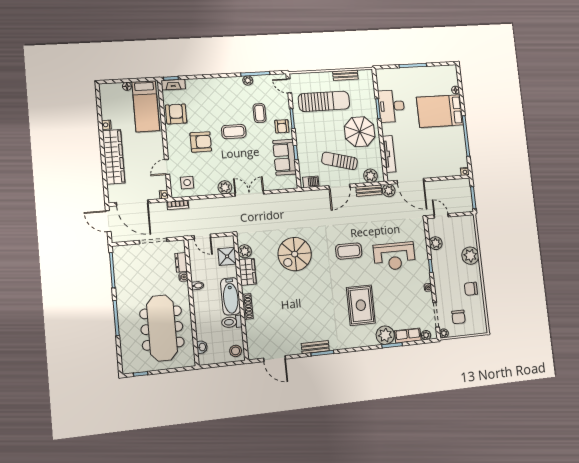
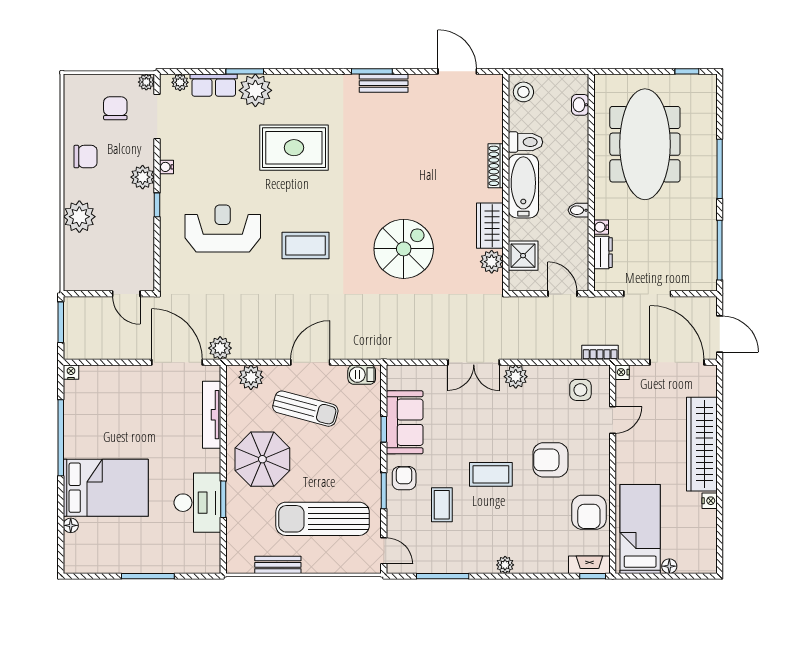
plant: (248, 80) -> (505, 565), moved
bench: (369, 191) -> (257, 351), removed
plant: (436, 243) -> (143, 177), moved
rug: (361, 305) -> (294, 148), turned 90

